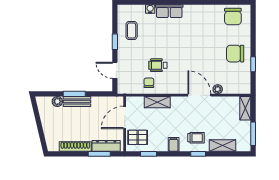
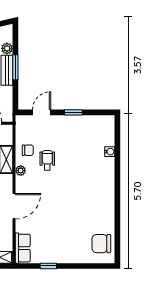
row of seats: (169, 11) -> (23, 248), moved, turned 180
coffee table: (132, 31) -> (86, 131), removed
chair: (235, 54) -> (60, 246), removed
plant: (218, 89) -> (21, 171), moved

